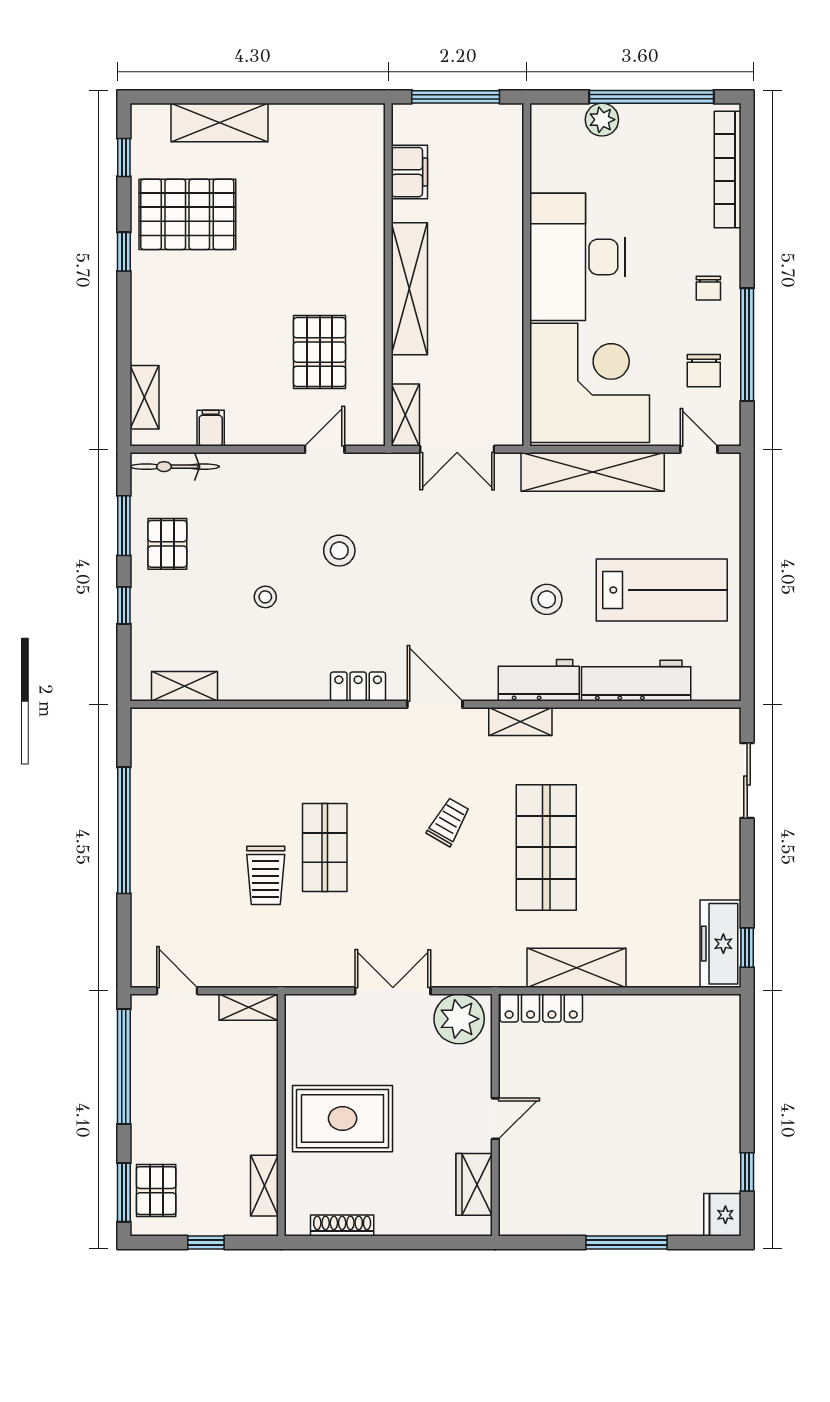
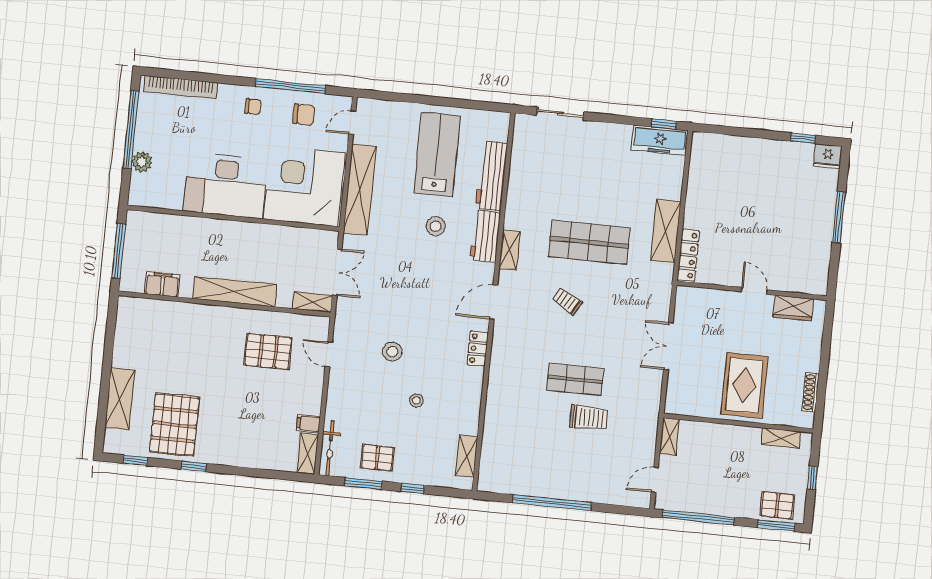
shelving: (145, 397) -> (308, 454), moved, turned 90
plant: (459, 1019) -> (690, 307), removed

